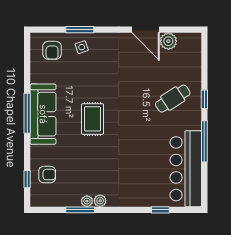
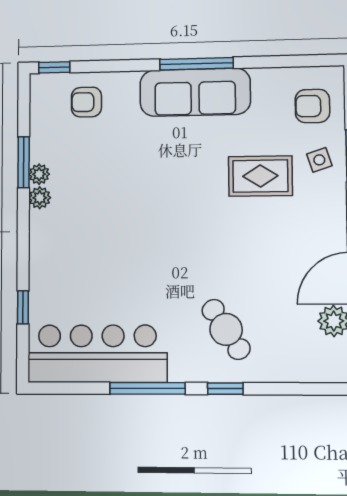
rug: (93, 119) -> (260, 176), moved
armchair: (47, 175) -> (86, 102), turned 90
window: (27, 179) -> (54, 67), moved

